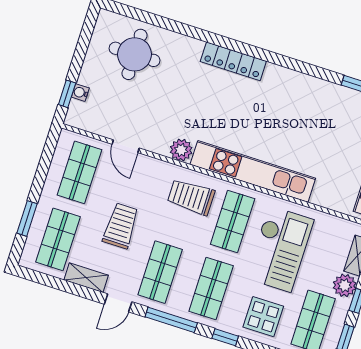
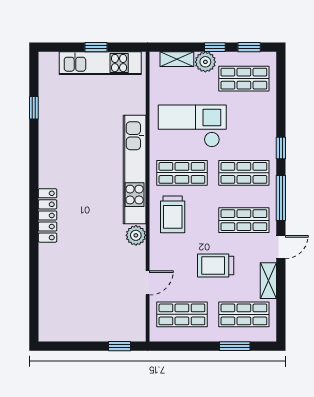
round table: (135, 54) -> (68, 300), removed
water cooler: (80, 93) -> (115, 335), removed
door: (118, 303) -> (281, 247), hinge flipped
display table: (263, 317) -> (253, 122), removed

